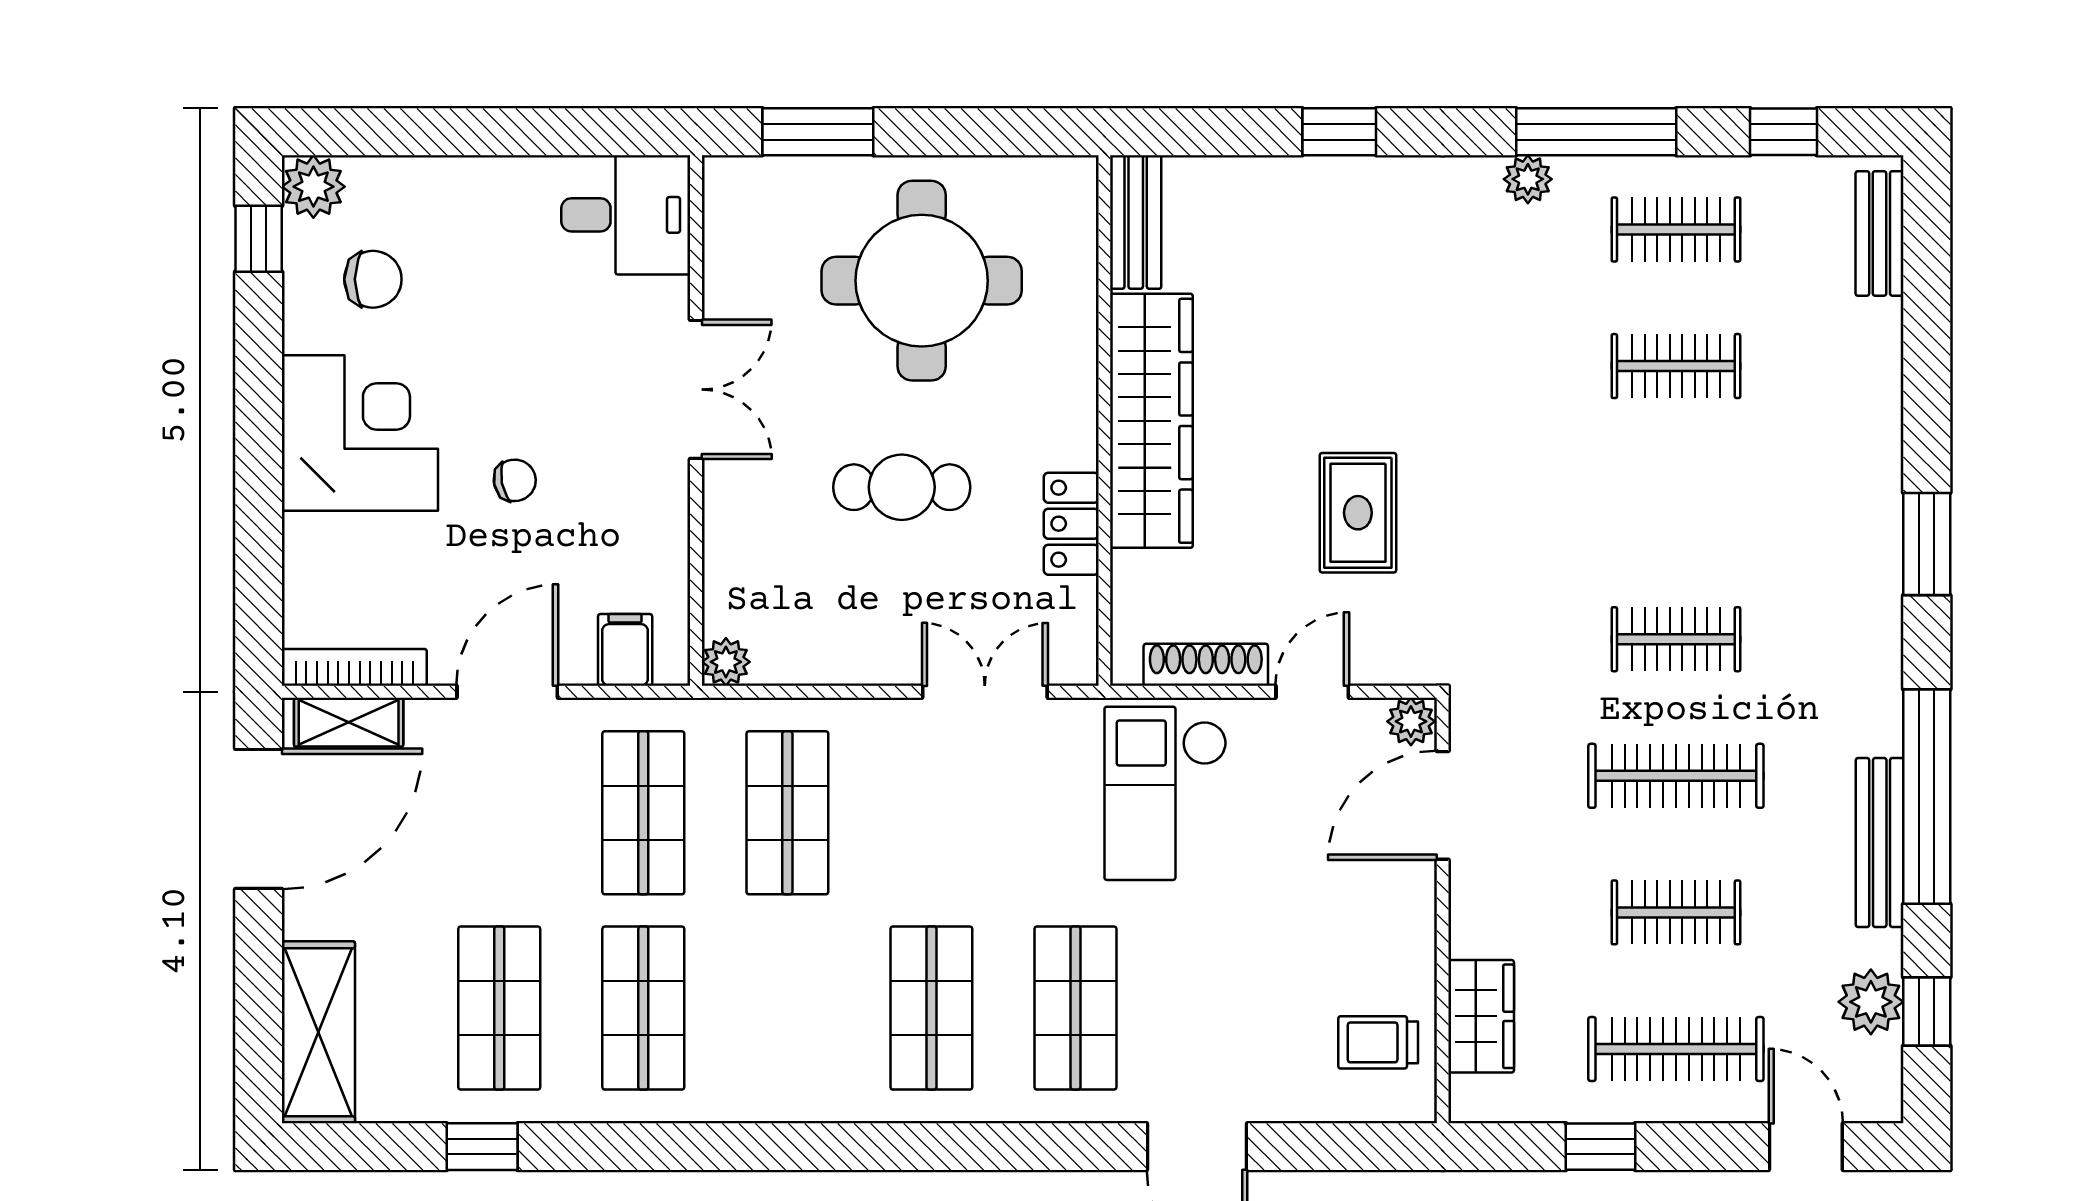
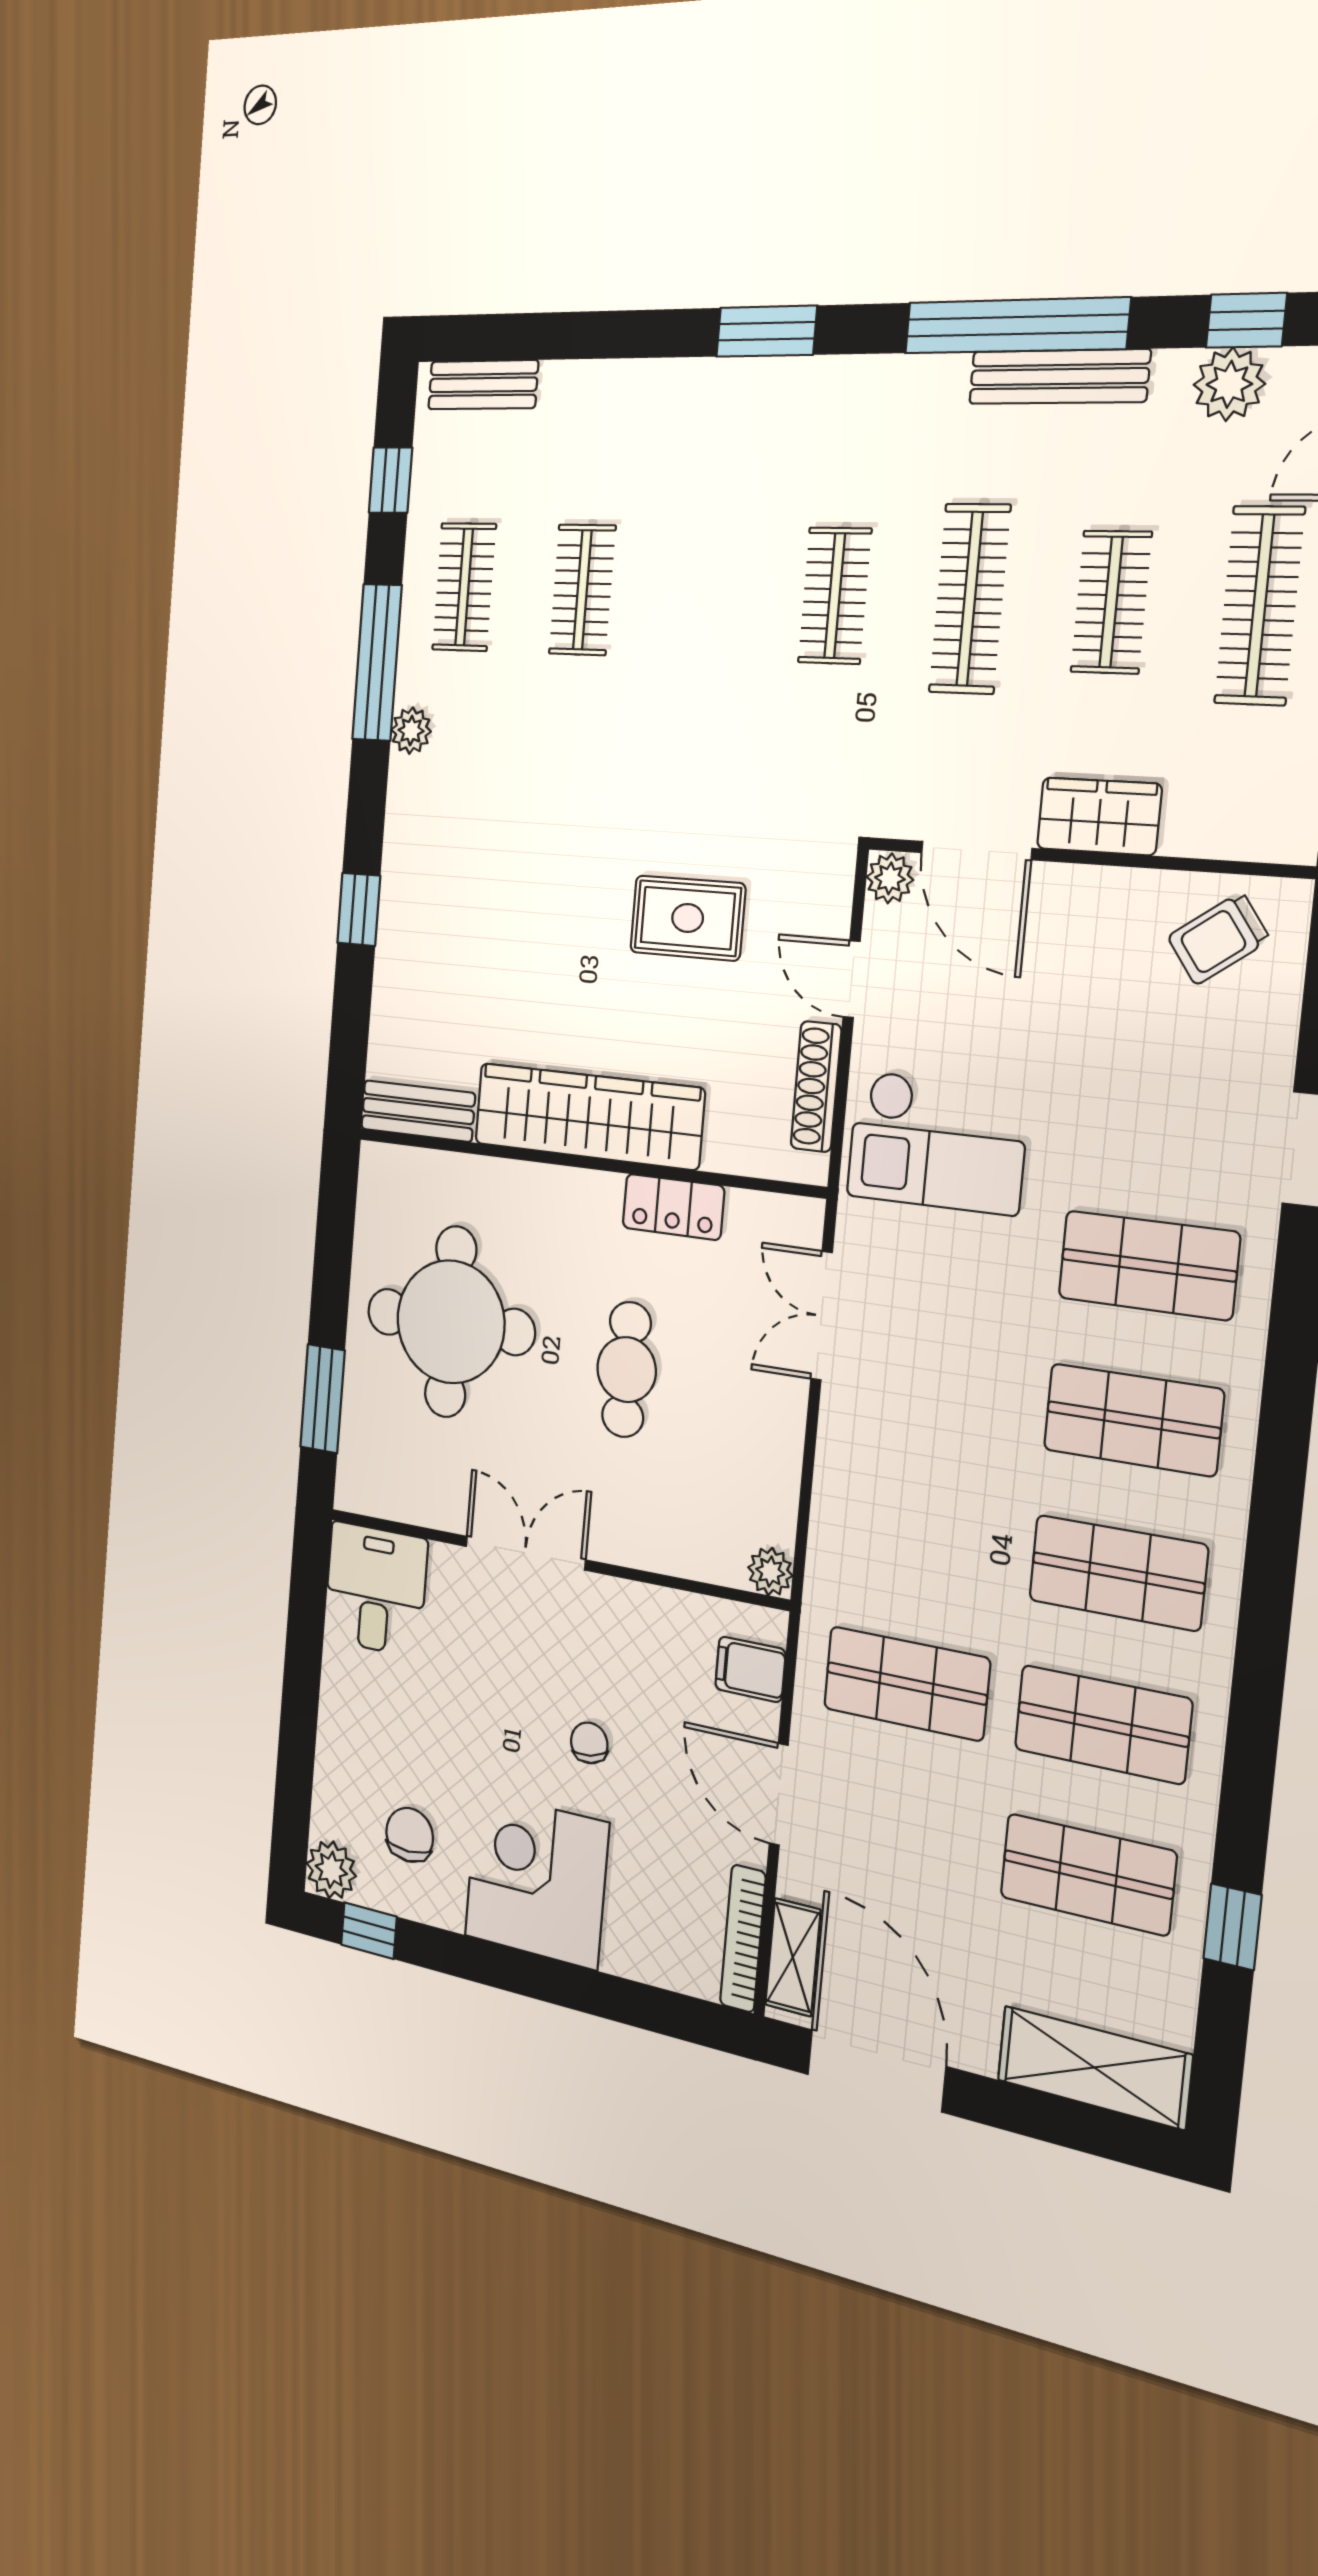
shop shelf: (787, 813) -> (1118, 1573), moved
wardrobe: (1481, 1016) -> (1099, 816), moved
trolley: (1378, 1042) -> (1219, 938), turned 54

